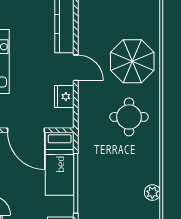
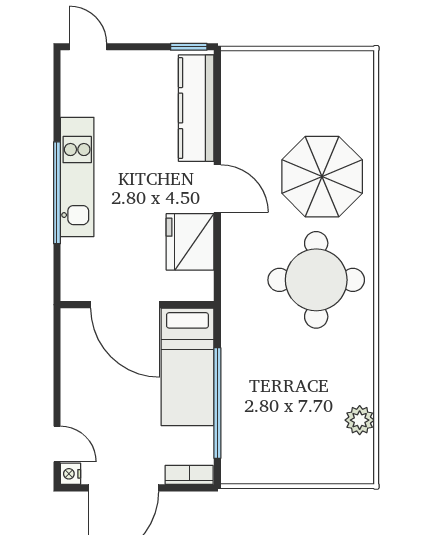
fridge: (64, 96) -> (190, 242), width x1.36, depth x1.34
round table: (129, 117) -> (316, 280), width x1.36, depth x1.36

